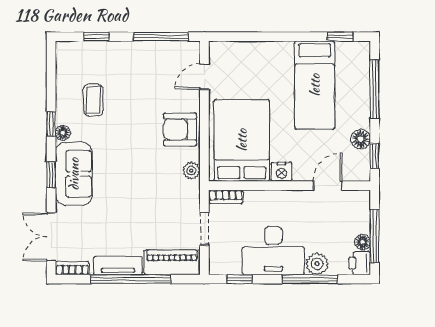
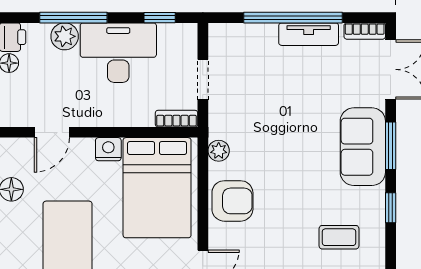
coffee table: (93, 100) -> (339, 237), turned 90
floor lamp: (63, 133) -> (376, 197), removed
window: (51, 175) -> (391, 146), width x1.50
piano: (172, 262) -> (242, 38), removed

